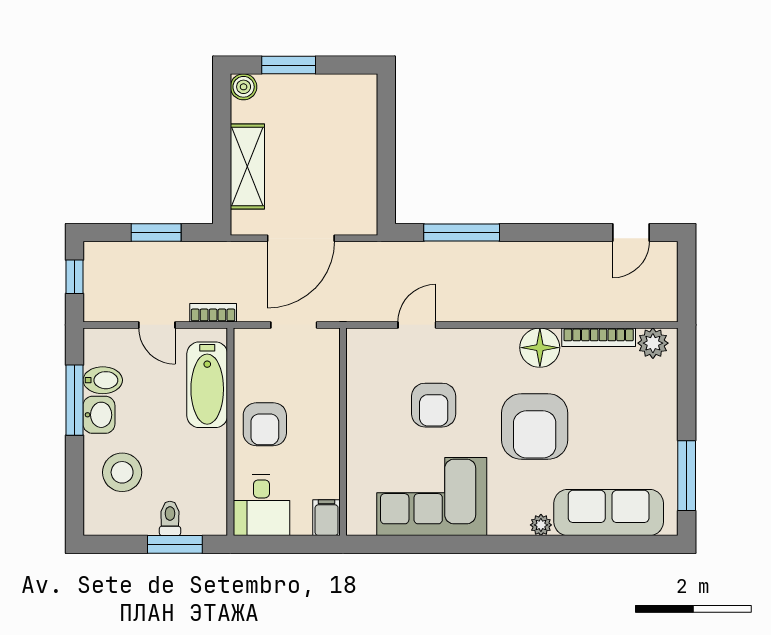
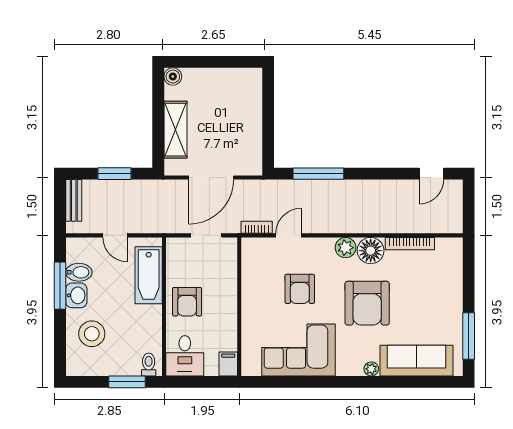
window: (289, 65) -> (203, 62), removed
bench: (95, 273) -> (74, 200), added
window: (74, 277) -> (60, 203), removed
bookcase: (213, 313) -> (257, 227), moved
plant: (653, 343) -> (346, 248), moved
toilet: (170, 518) -> (149, 365), moved

